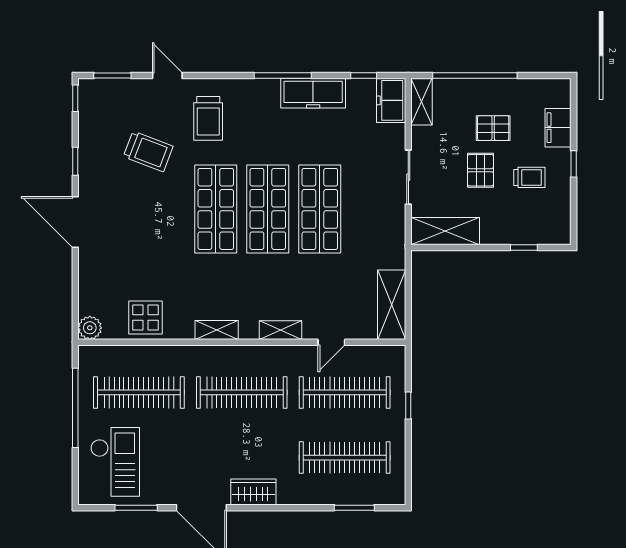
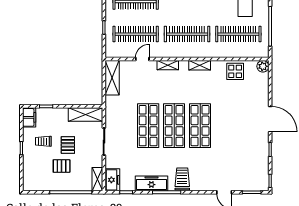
trolley: (208, 118) -> (182, 179), moved
filing cabinet: (558, 128) -> (29, 117), moved
trolley: (148, 151) -> (234, 154), removed

